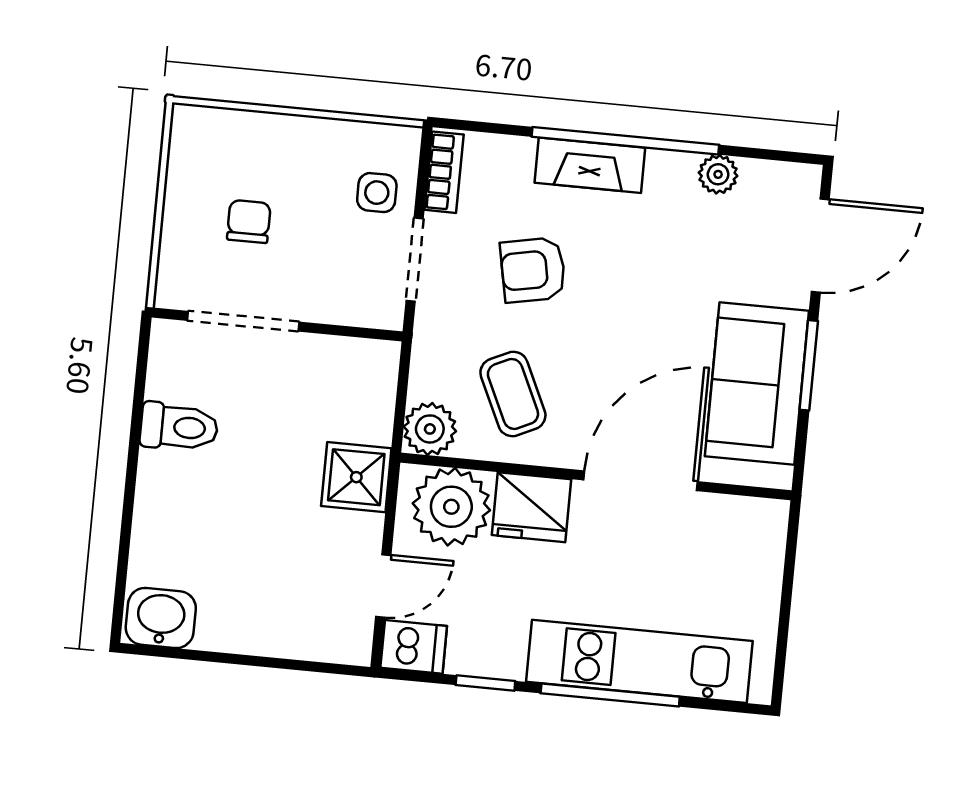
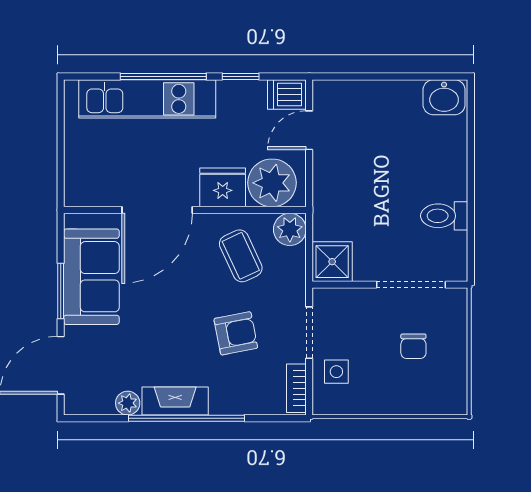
fireplace: (590, 165) -> (175, 401), moved
shower: (356, 477) -> (332, 262), moved

